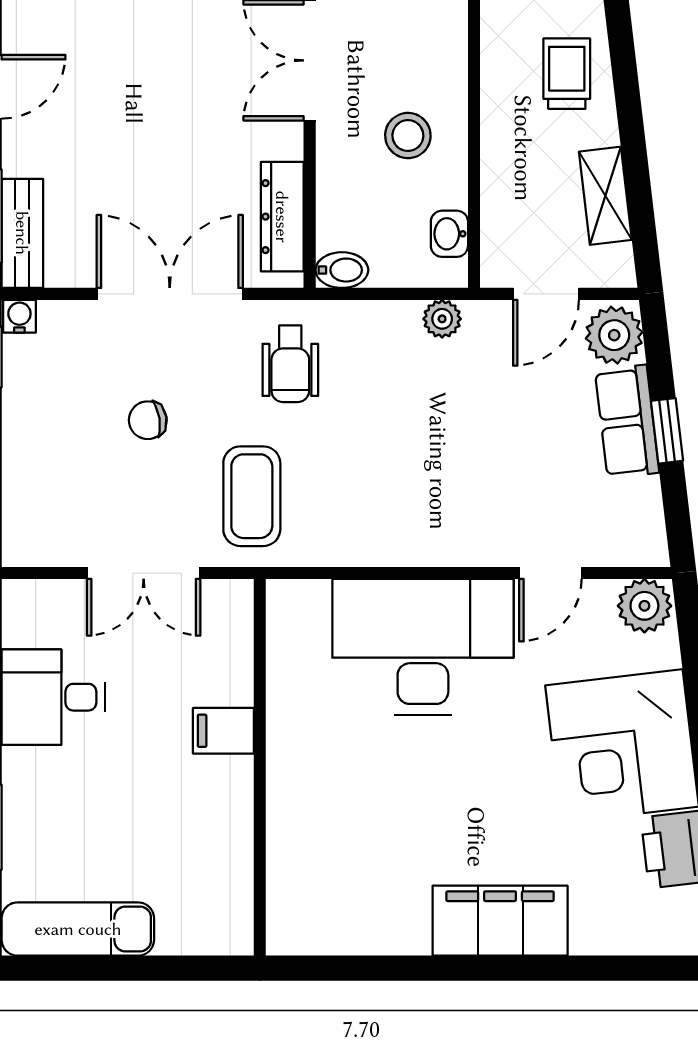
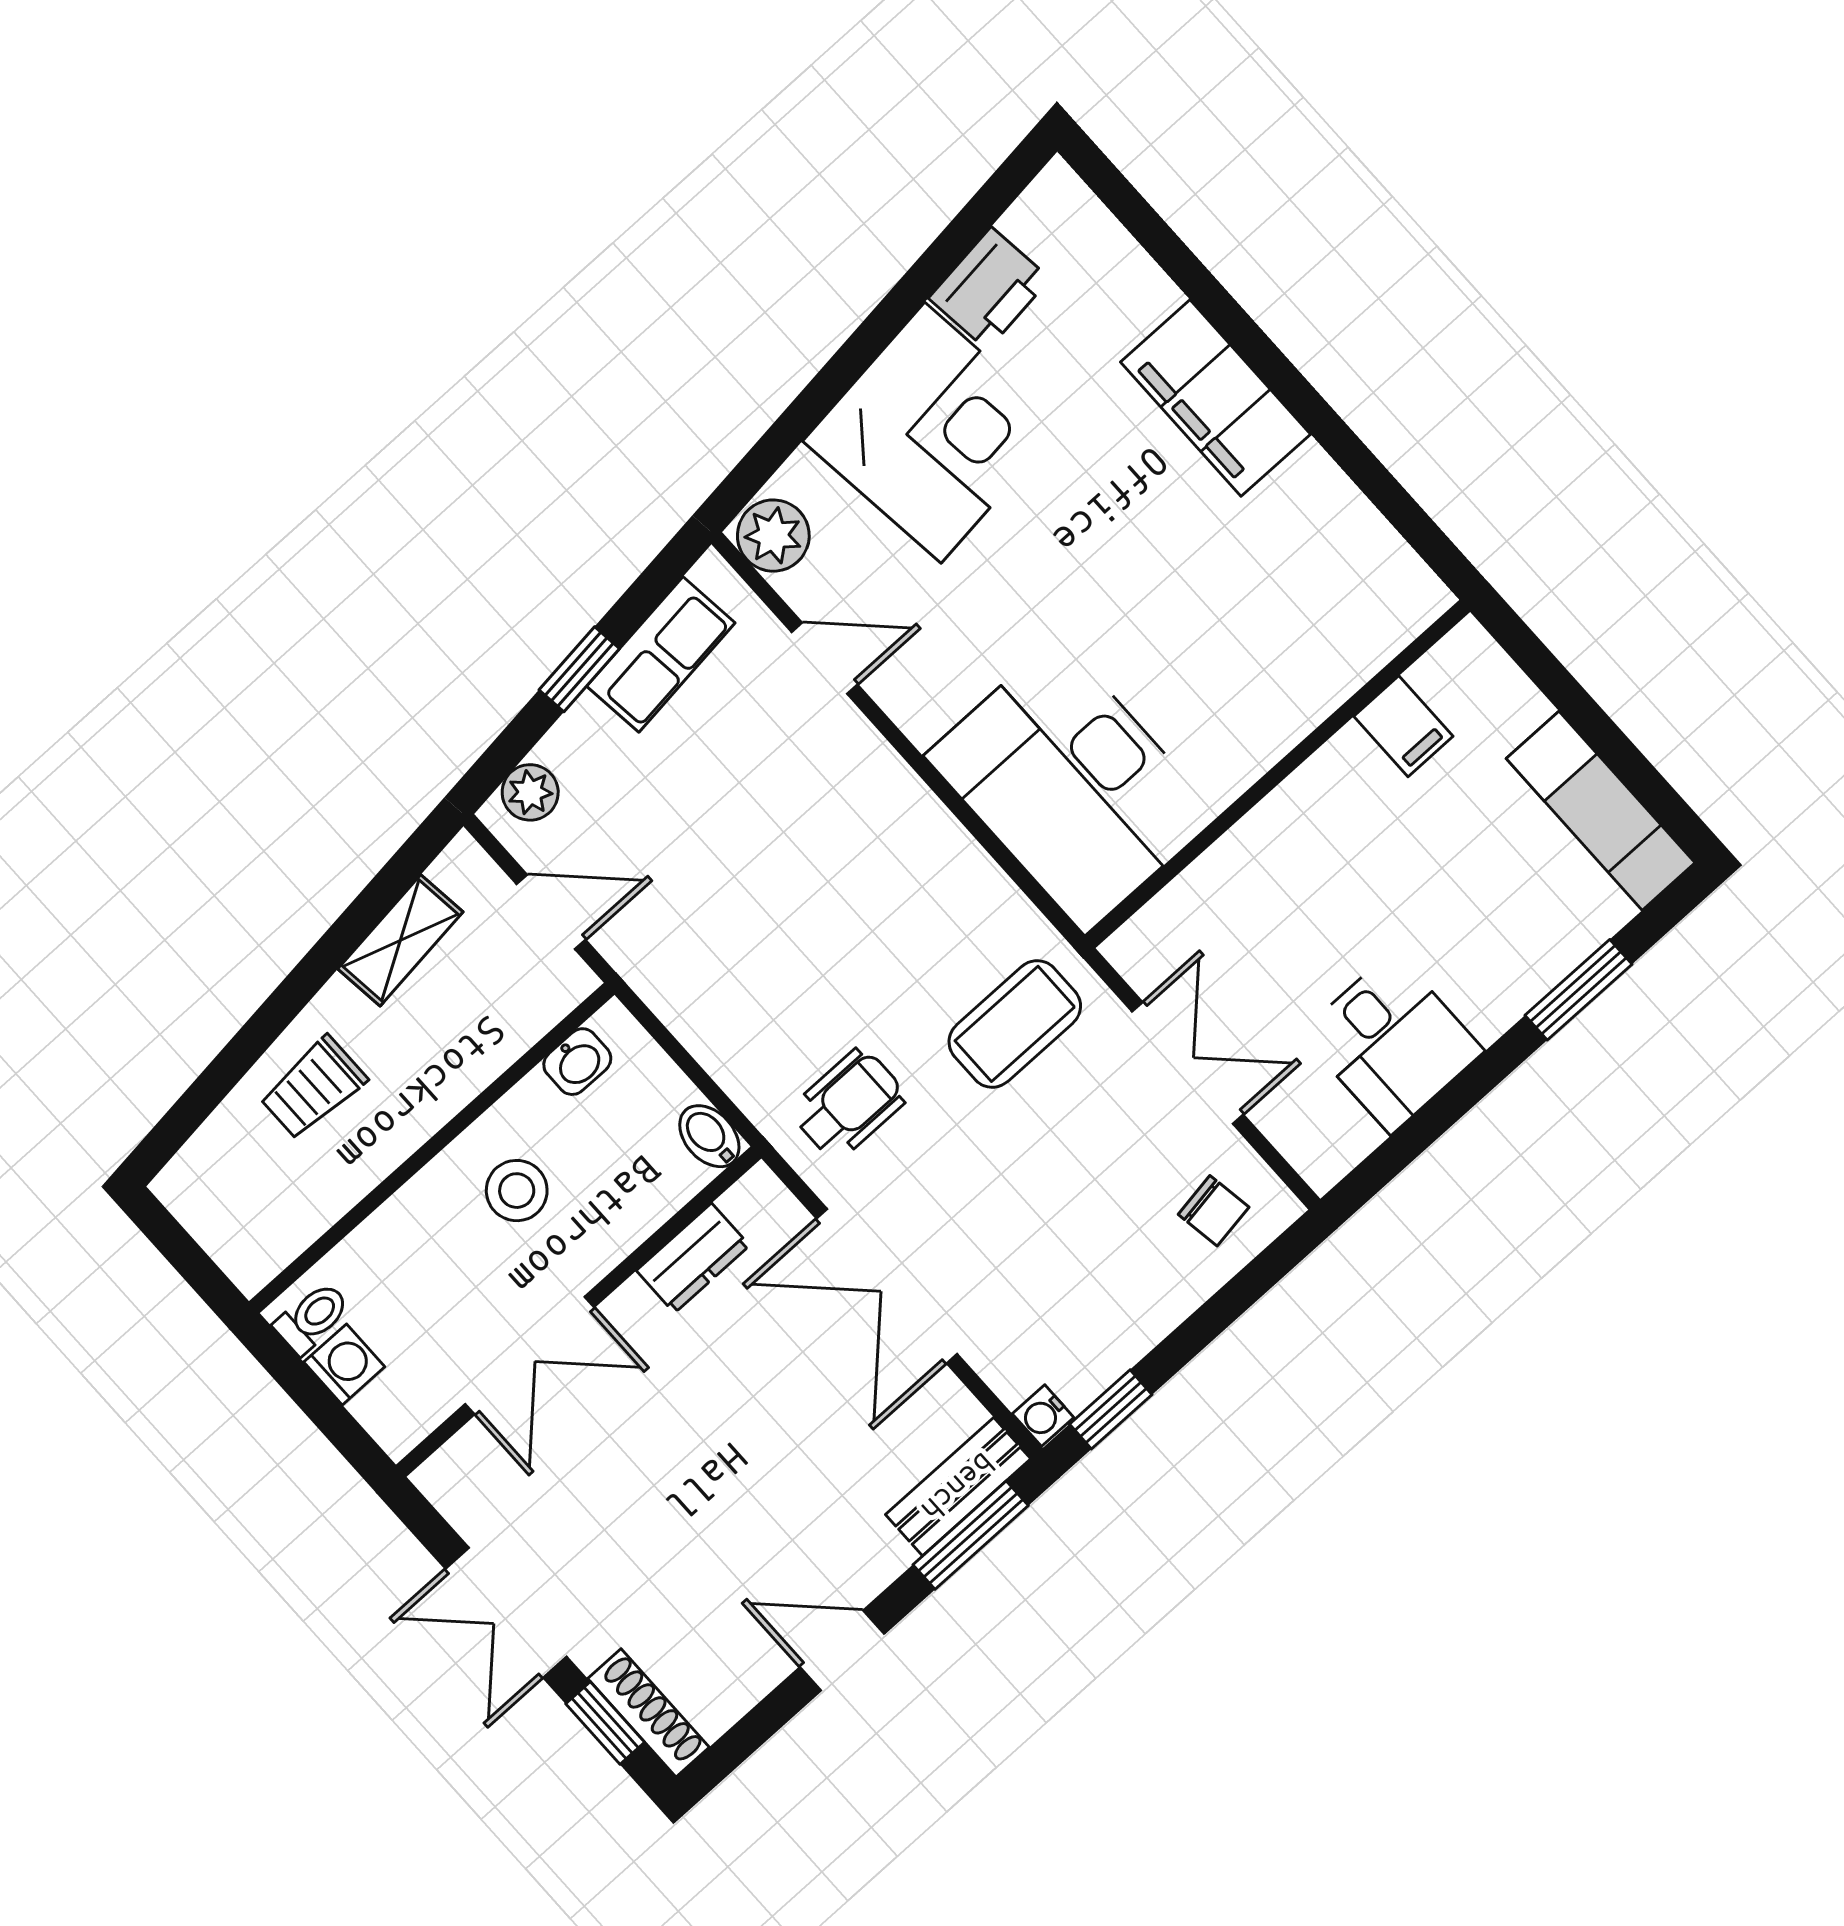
dresser: (282, 217) -> (693, 1258), width x0.70
plant: (442, 319) -> (668, 993), removed
plant: (614, 335) -> (530, 792), width x0.73, depth x0.73
chair: (148, 420) -> (1214, 1211), moved
row of seats: (627, 422) -> (661, 654), moved
desk: (423, 647) -> (1071, 785), moved
filing cabinet: (223, 731) -> (1403, 726), moved

